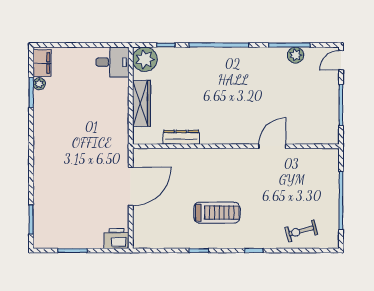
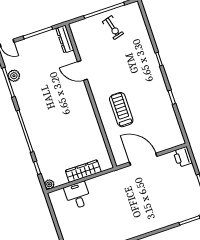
plant: (145, 59) -> (49, 184), width x0.53, depth x0.53
desk: (112, 62) -> (78, 195), moved
dresser: (181, 137) -> (65, 39), moved
treadmill: (217, 213) -> (121, 110), moved
exercise bike: (301, 231) -> (113, 28), moved

